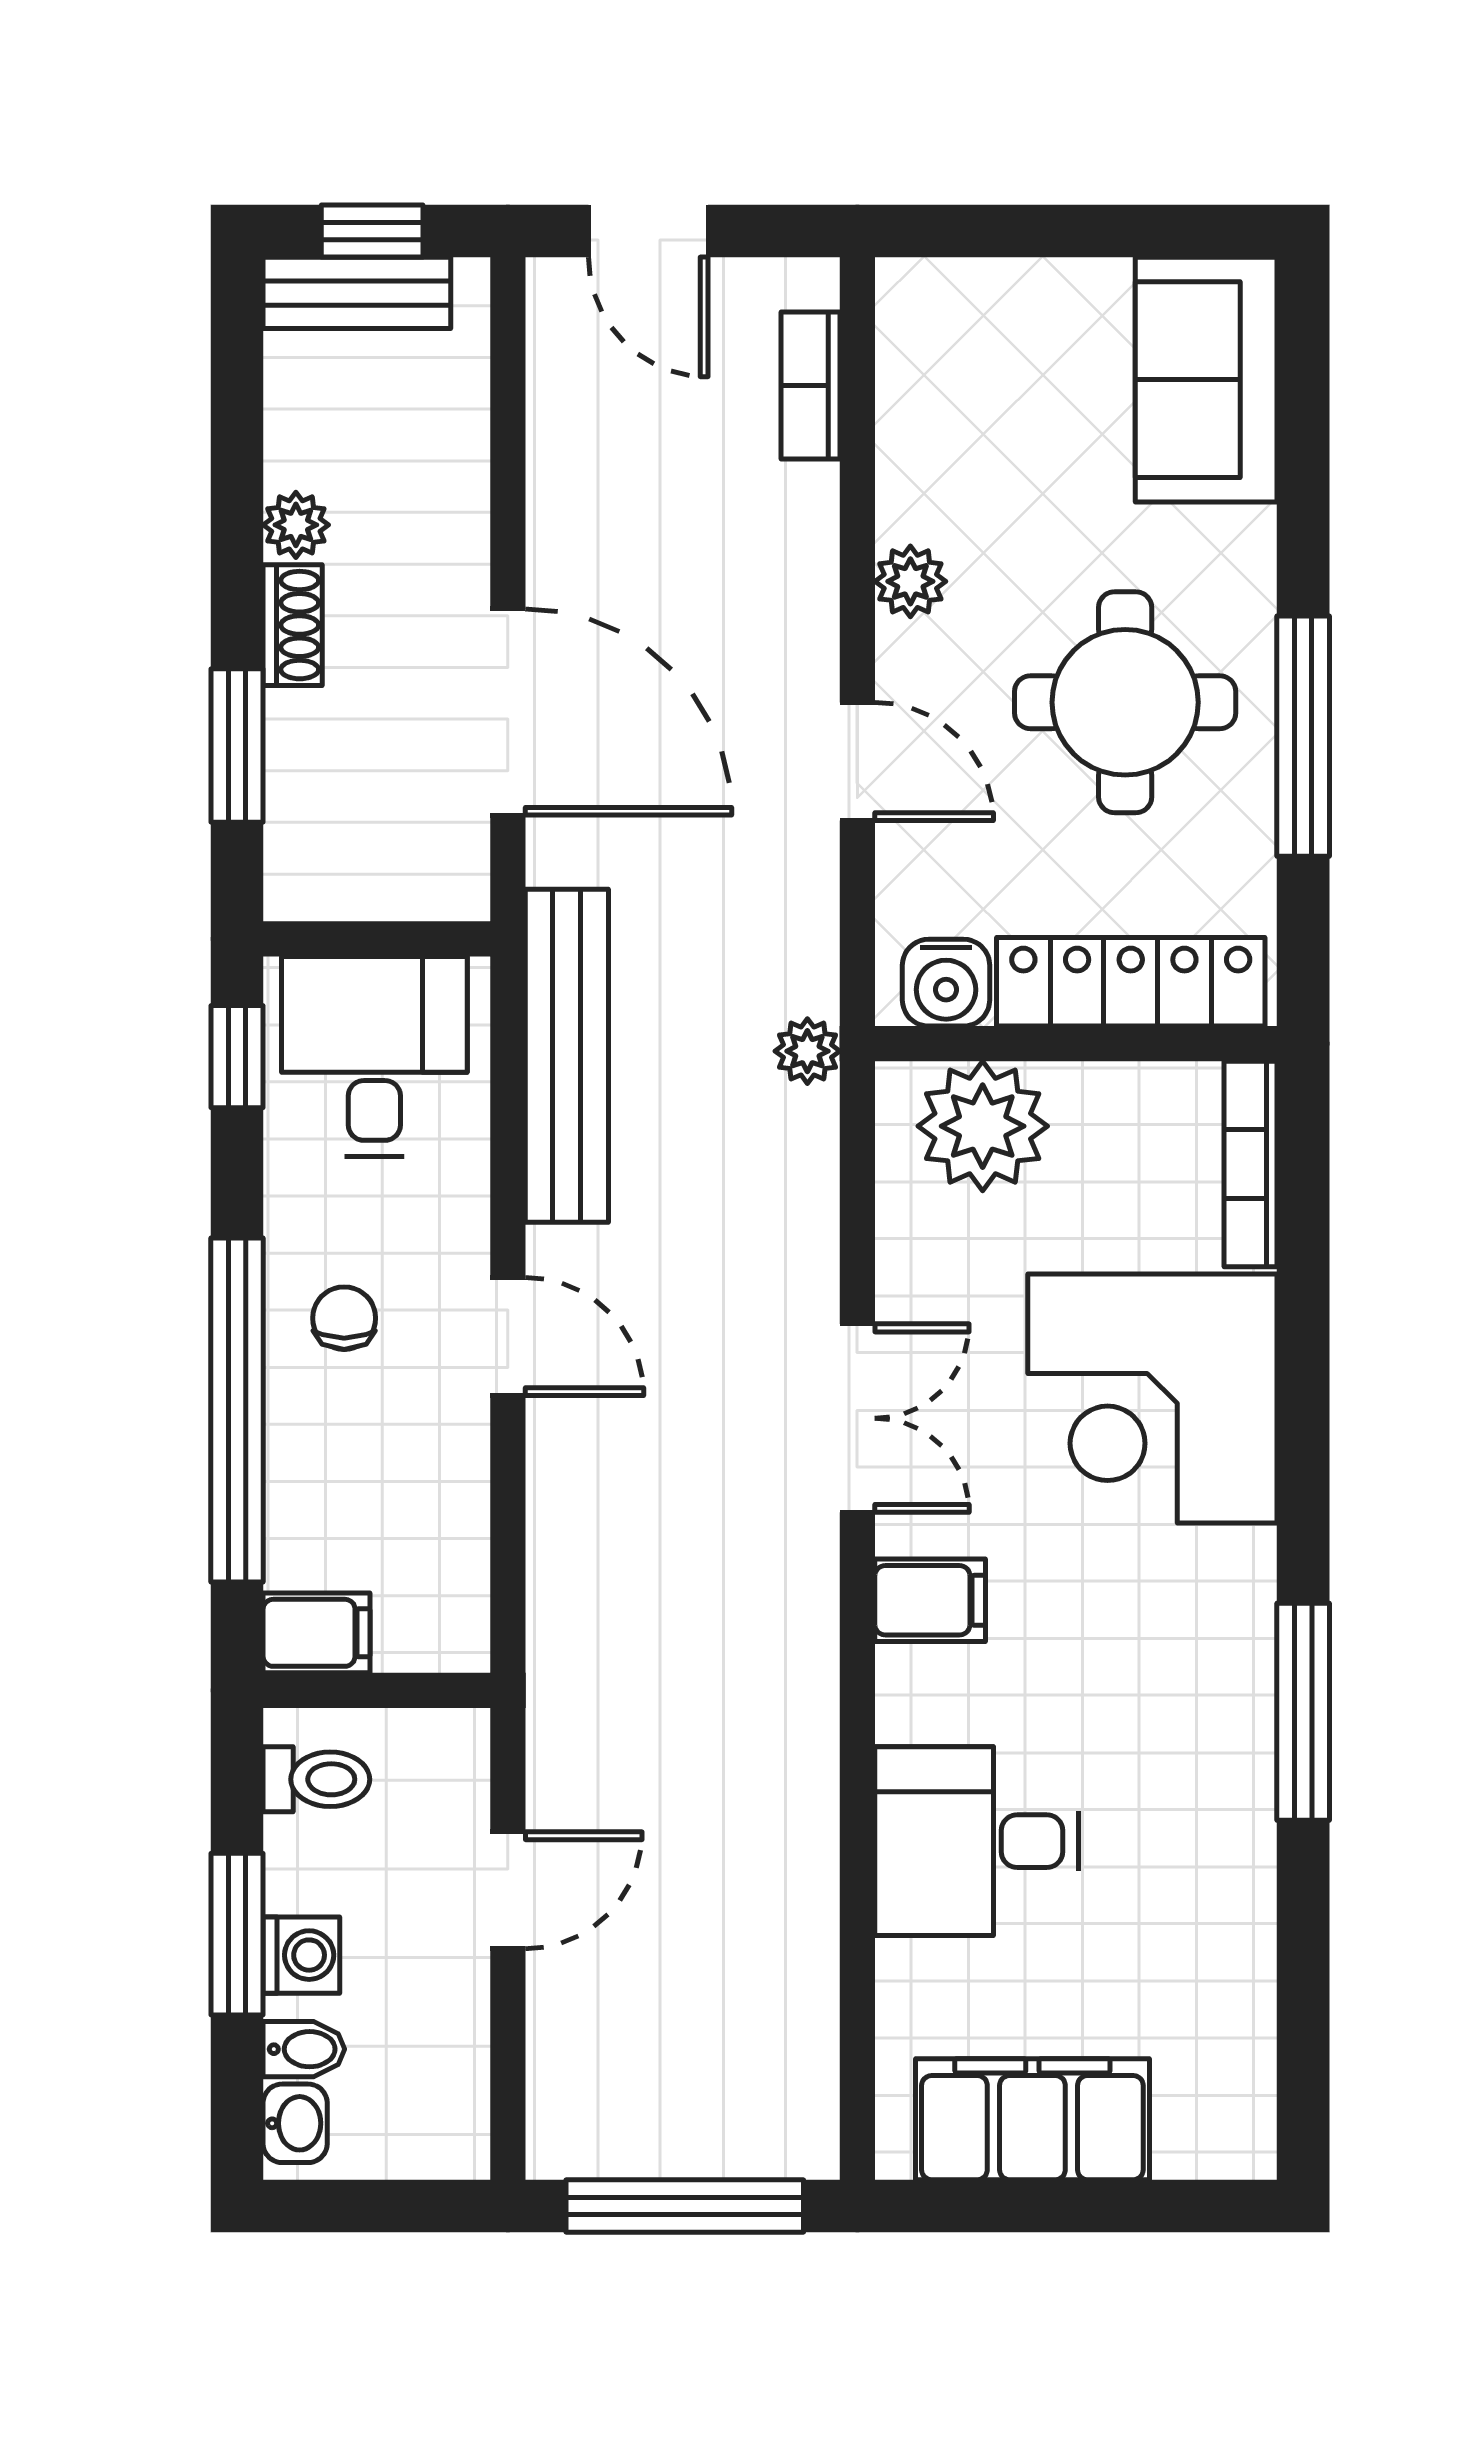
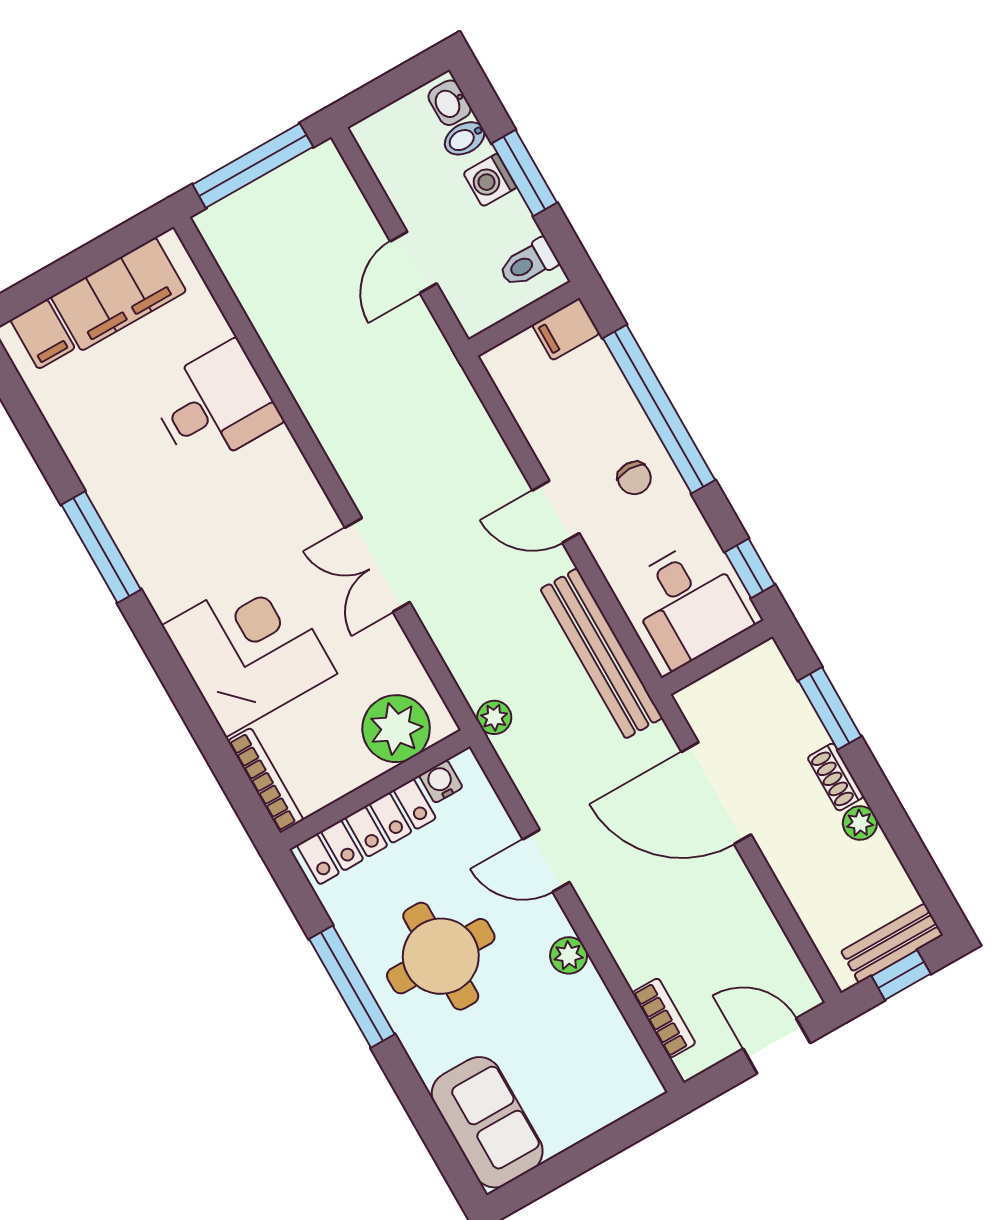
water cooler: (946, 983) -> (441, 781), width x0.72, depth x0.72
filing cabinet: (930, 1600) -> (43, 334), moved, turned -90

